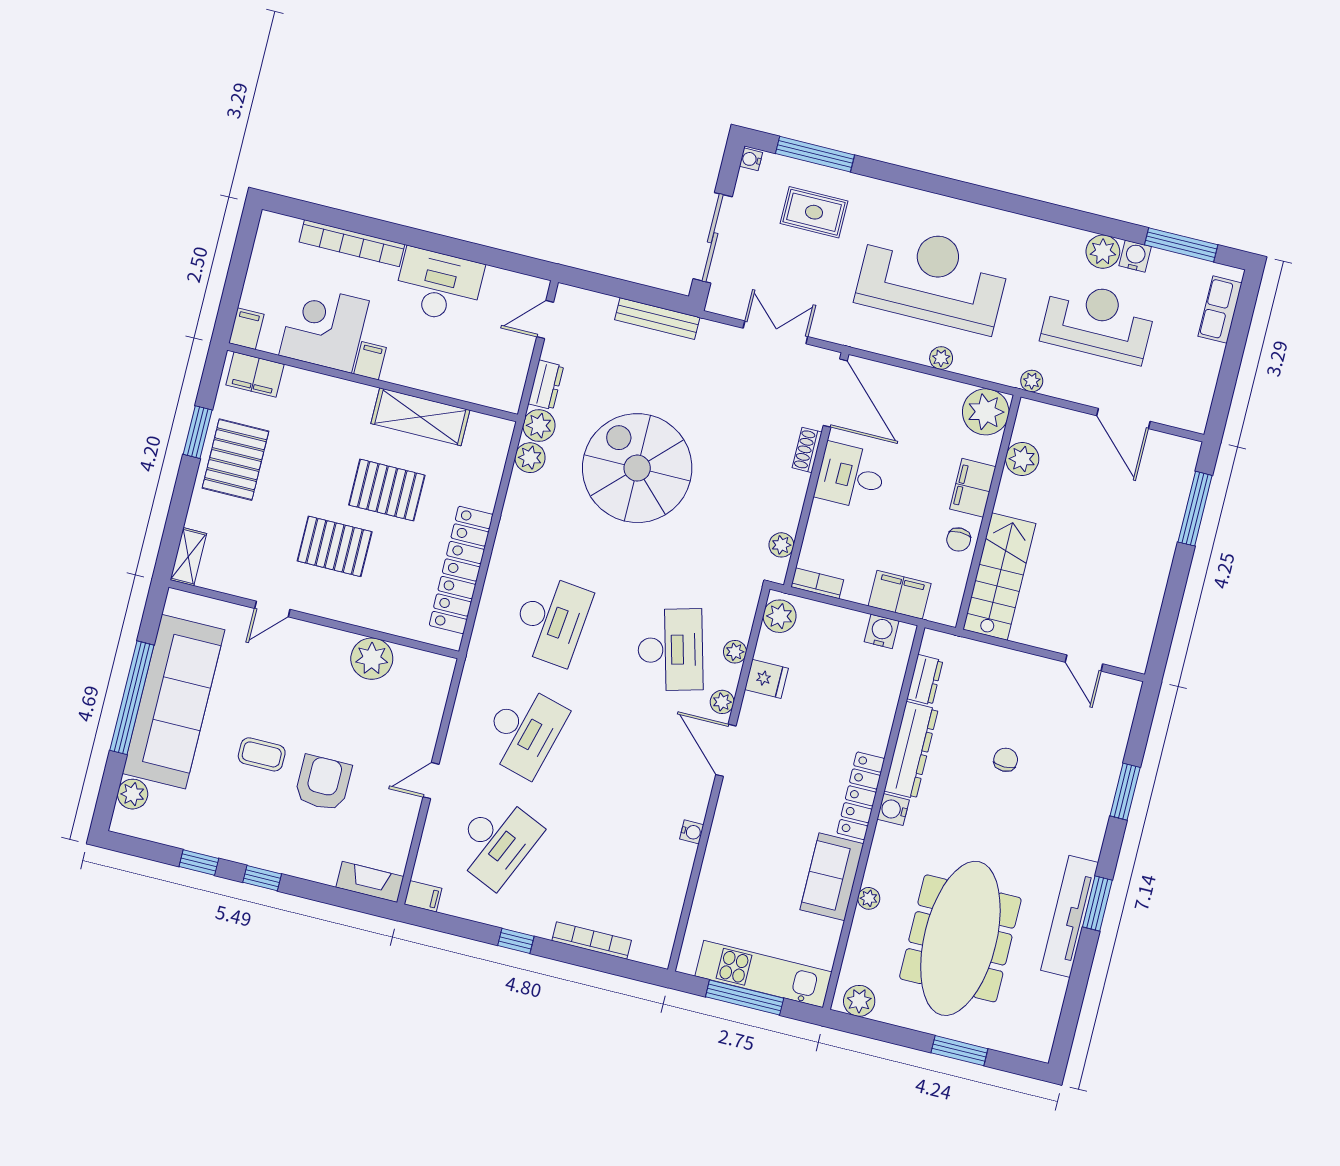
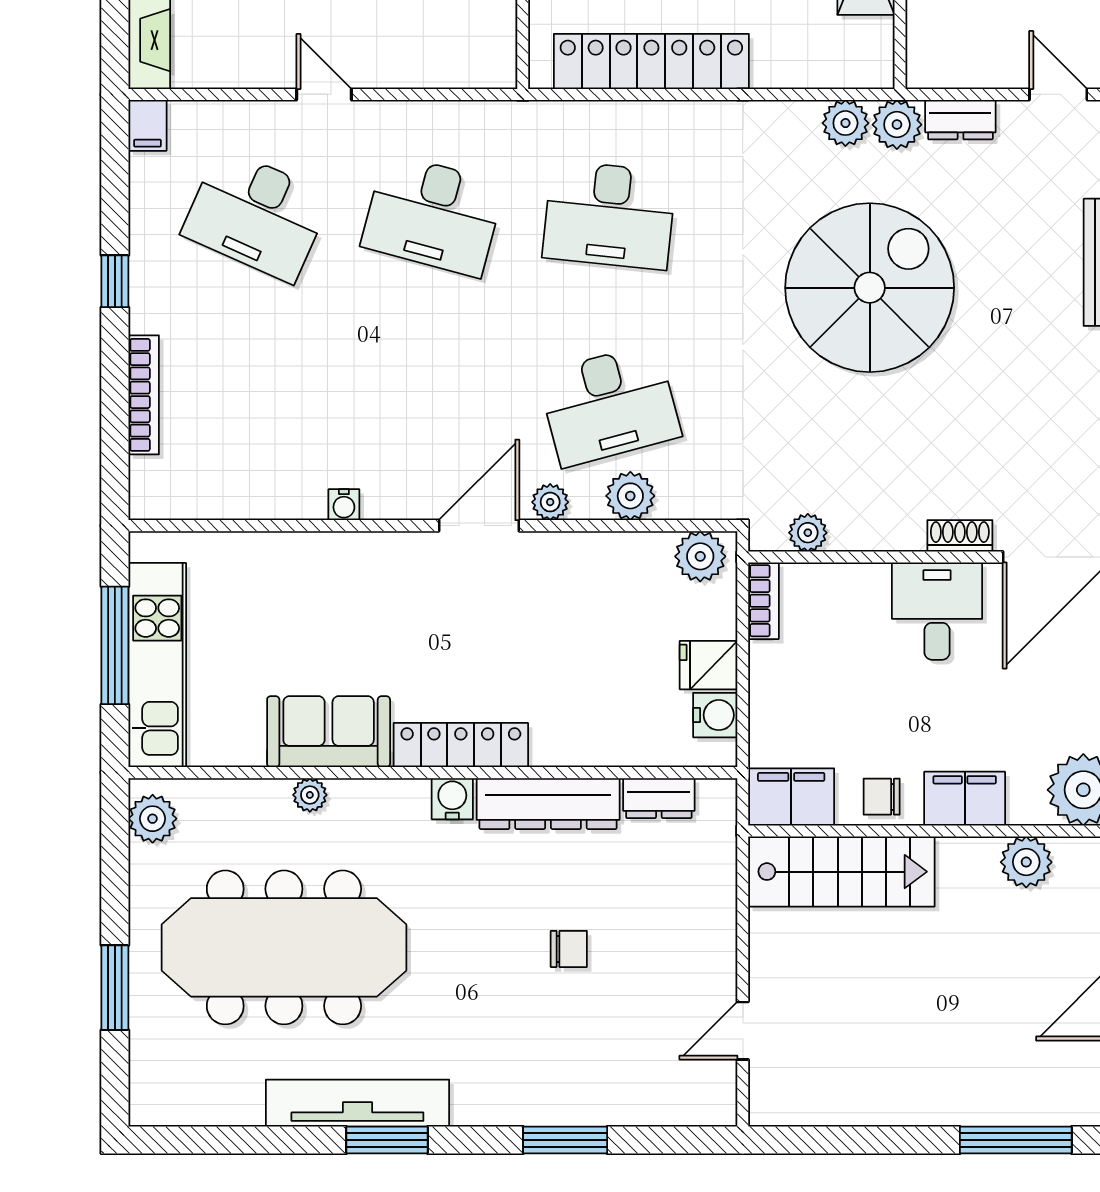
filing cabinet: (900, 595) -> (791, 797), moved, turned -90
plant: (735, 652) -> (630, 496), width x1.38, depth x1.38
fridge: (766, 679) -> (709, 665), moved, turned 90

